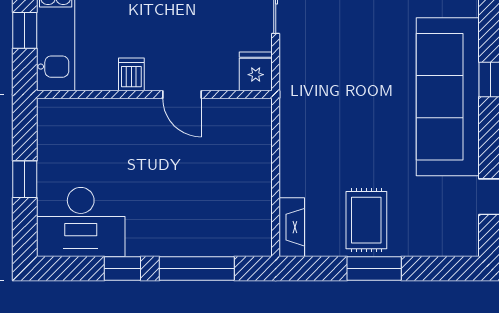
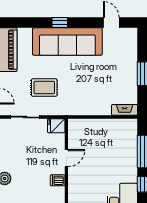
rug: (366, 220) -> (44, 88), moved

